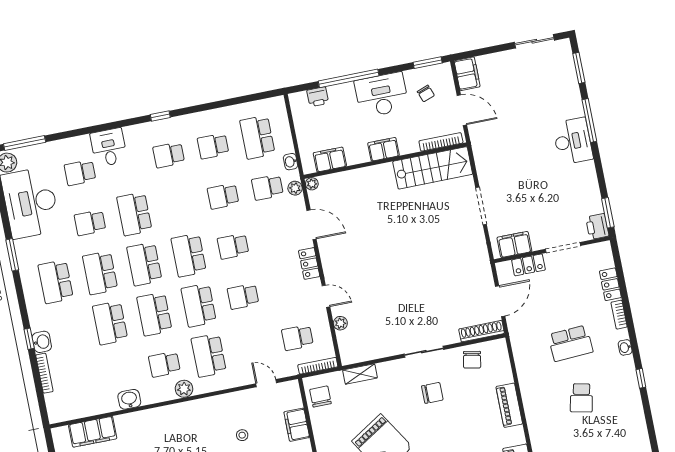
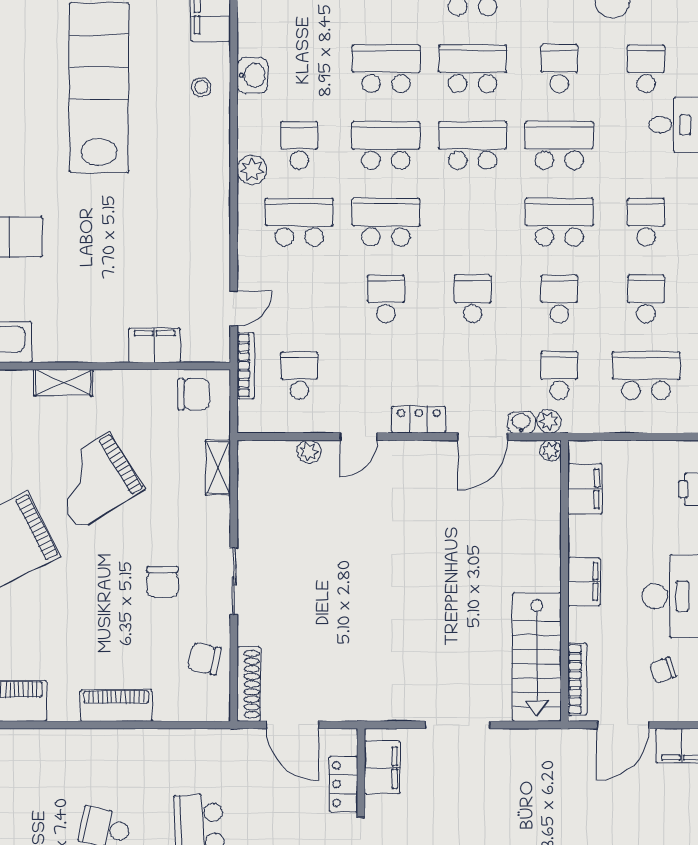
washbasin: (291, 162) -> (521, 423), moved
school desk: (189, 255) -> (559, 222), moved
bookcase: (318, 366) -> (246, 366), moved
stool: (242, 435) -> (201, 87), moved

